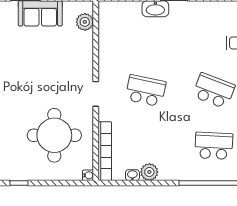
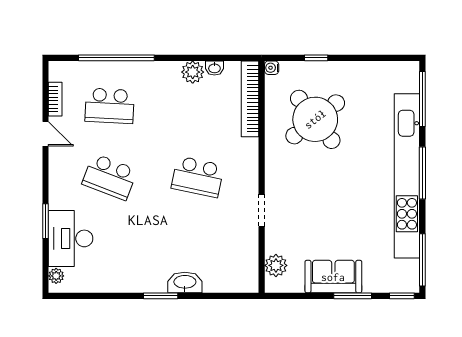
doorway: (96, 94) -> (262, 210), moved
round table: (54, 135) -> (315, 119), turned -38
window: (19, 183) -> (316, 58), moved

